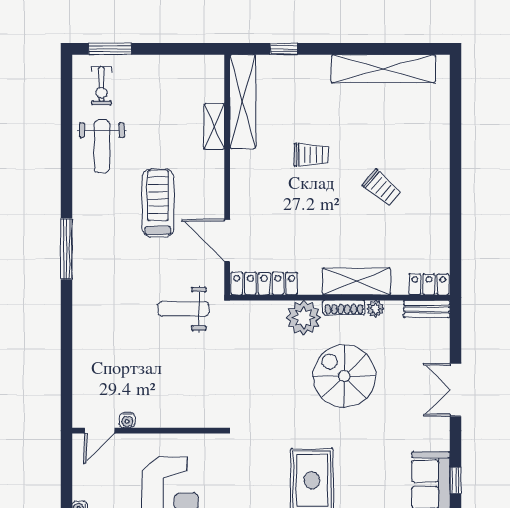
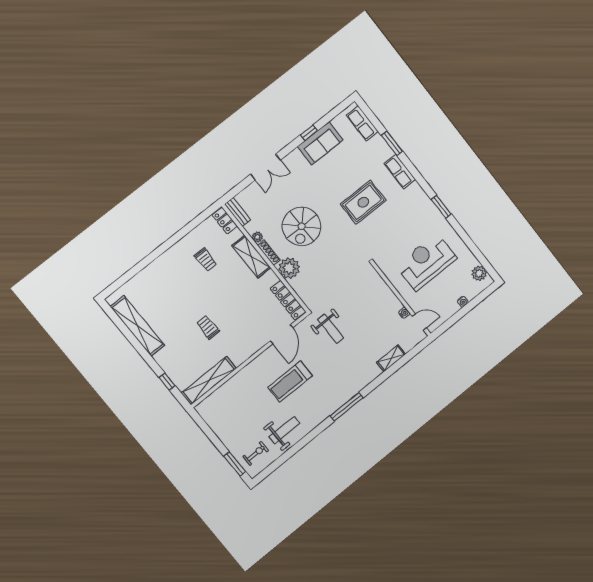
shelving: (214, 126) -> (391, 358), moved
trolley: (382, 188) -> (206, 260), moved, turned 140

